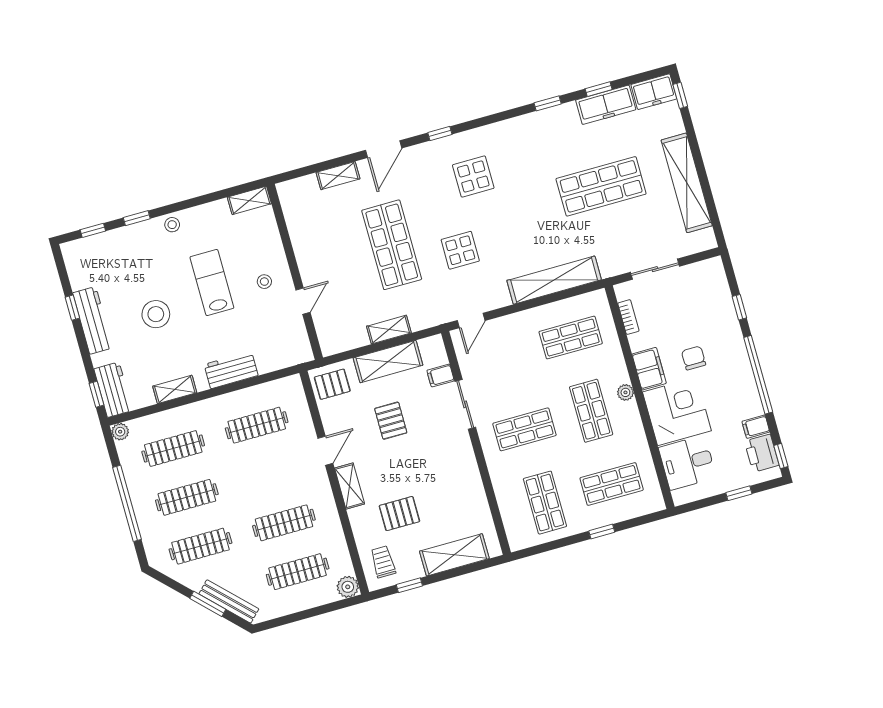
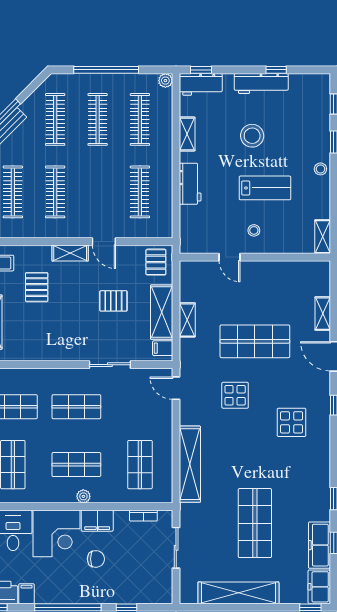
filing cabinet: (441, 376) -> (163, 348), moved, turned -90
shop shelf: (524, 429) -> (76, 407), turned 90

